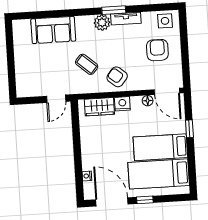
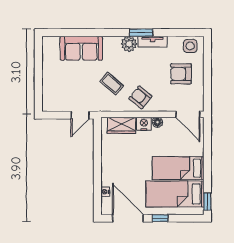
armchair: (157, 50) -> (181, 74), turned -90
floor lamp: (148, 101) -> (157, 122), moved
window: (189, 129) -> (207, 202), moved

